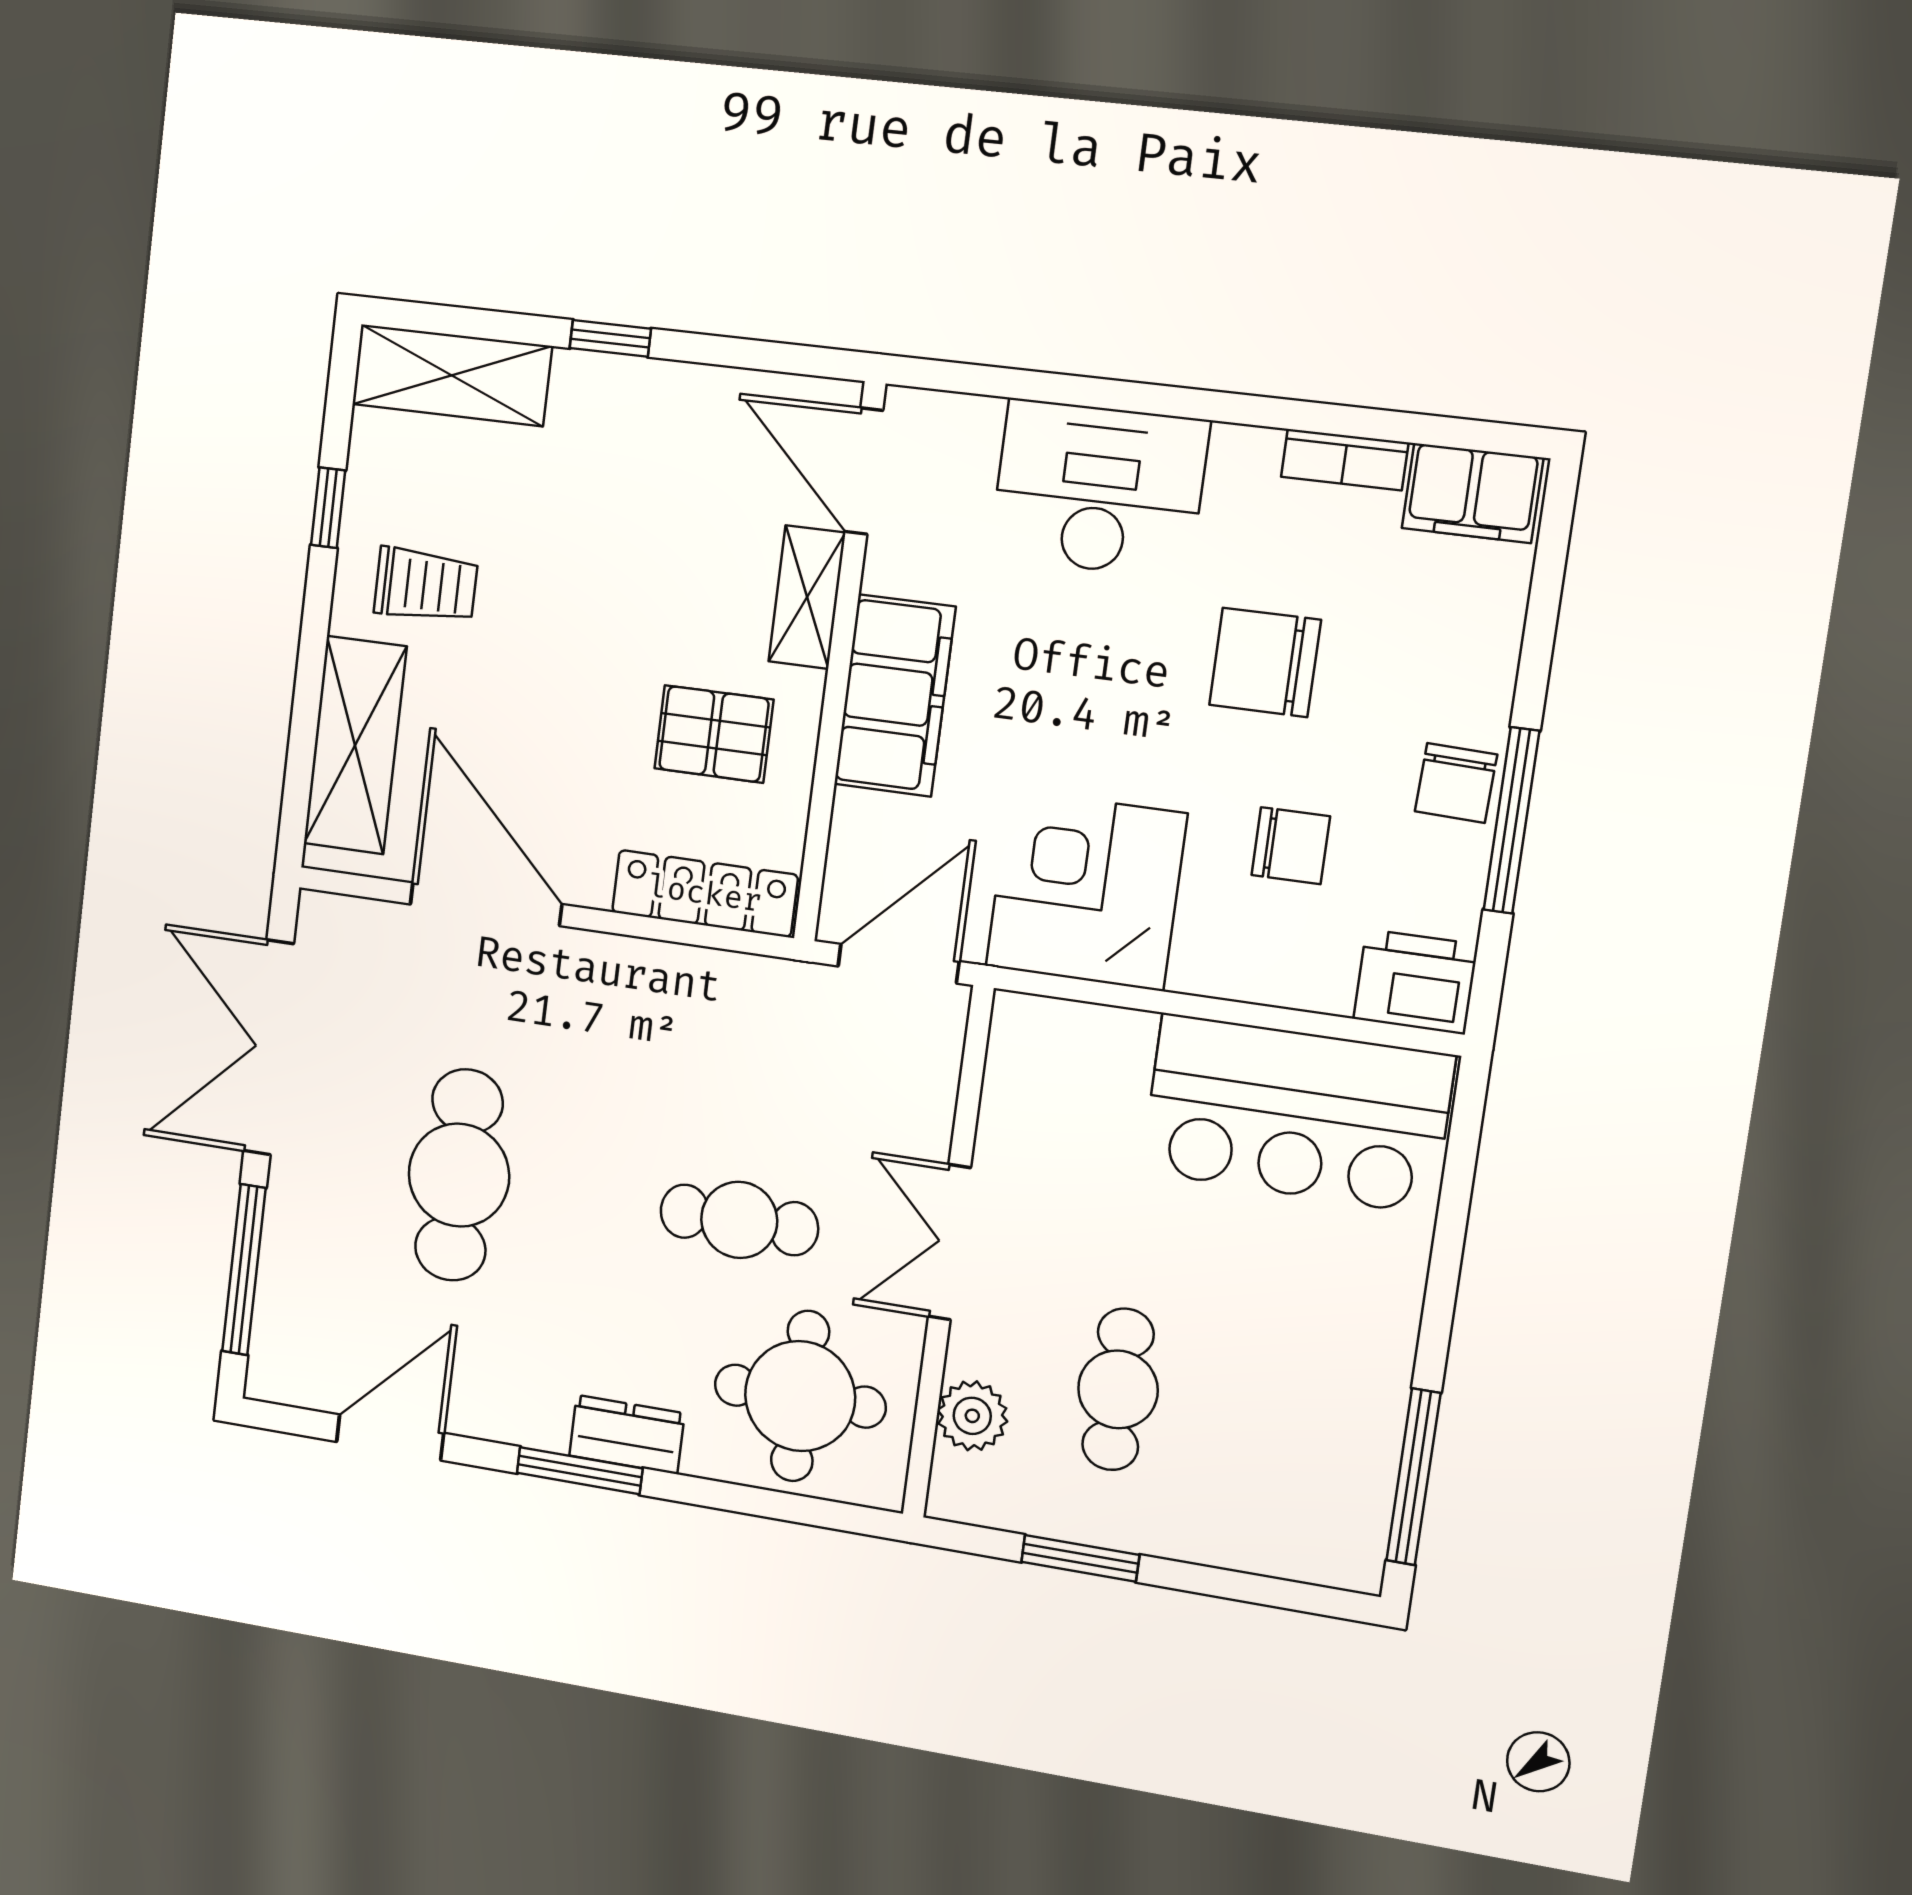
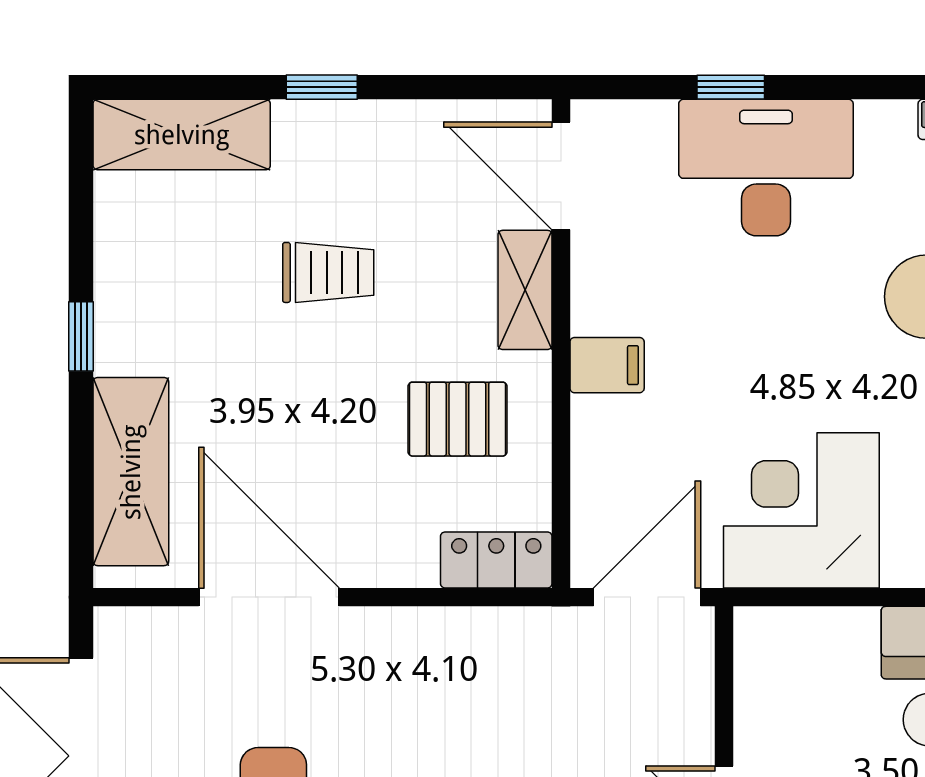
window: (1071, 390) -> (731, 87), added
window: (328, 508) -> (81, 336), moved
trolley: (426, 585) -> (328, 272), moved
filing cabinet: (895, 696) -> (607, 365), width x0.33, depth x0.86
locker: (705, 894) -> (496, 560), width x0.66

